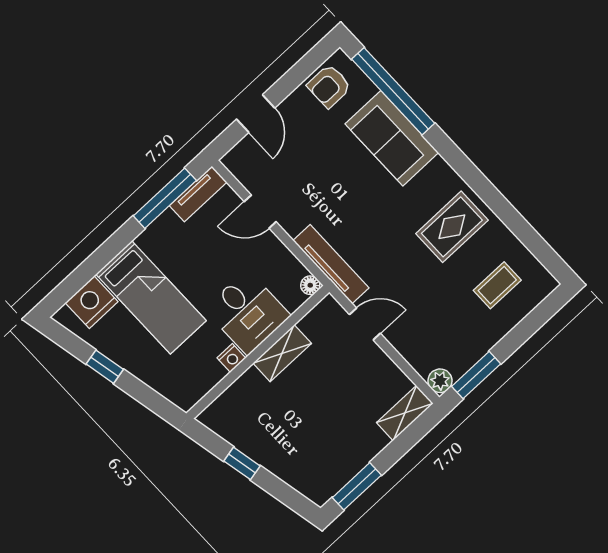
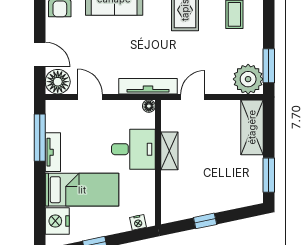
floor lamp: (244, 161) -> (58, 82), added
tv unit: (198, 194) -> (53, 152), moved
door: (260, 212) -> (90, 97), swing flipped
nightstand: (231, 358) -> (138, 222), moved, turned 78
plant: (440, 381) -> (248, 79), width x1.88, depth x1.88
shelving: (405, 413) -> (252, 127), width x1.50, depth x1.33

